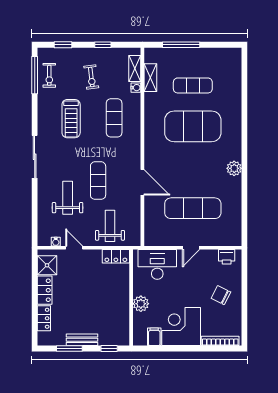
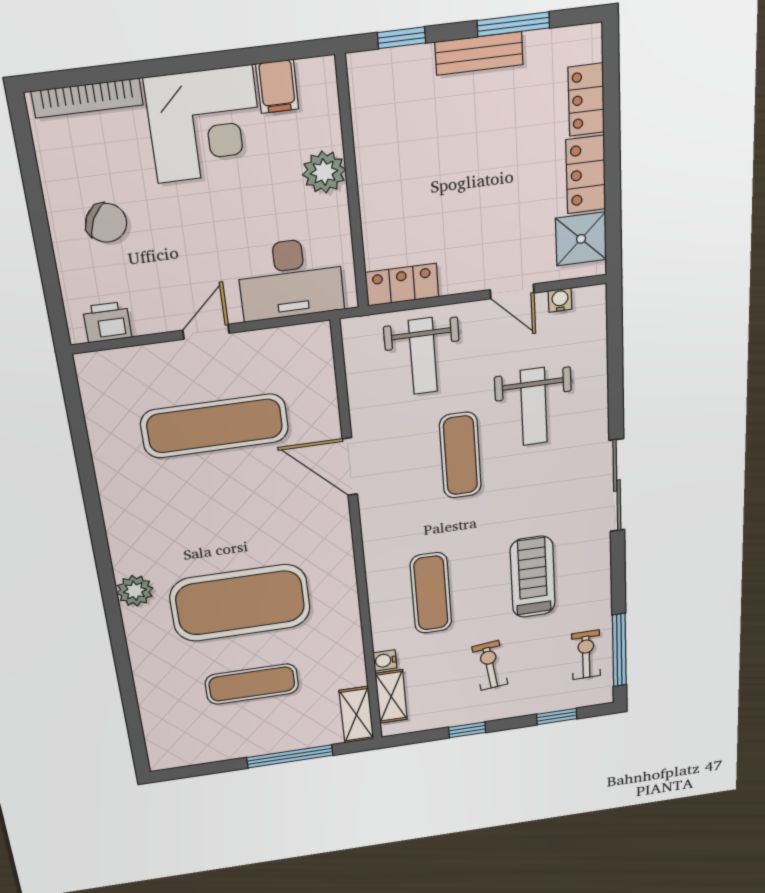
shelving: (150, 78) -> (357, 715), moved
plant: (234, 168) -> (135, 591), moved

